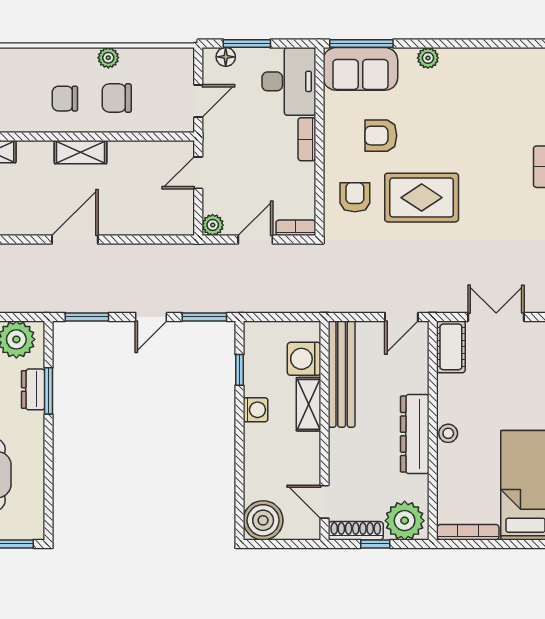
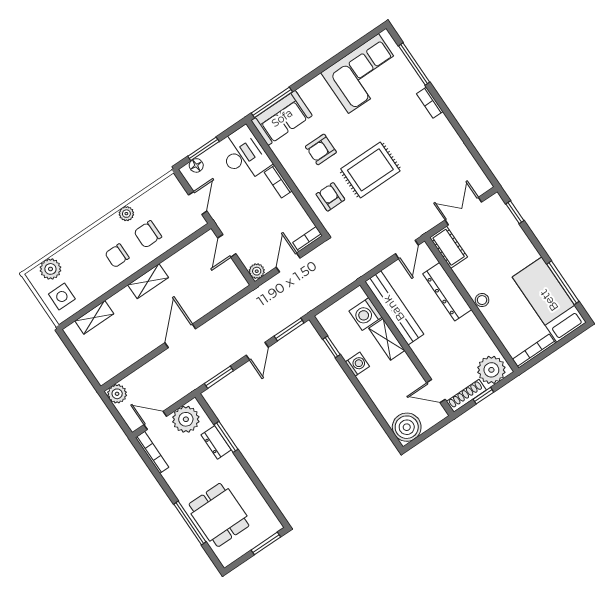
plant: (428, 58) -> (317, 84), removed
corner sofa: (489, 82) -> (364, 74), added
dresser: (415, 434) -> (447, 292), moved

